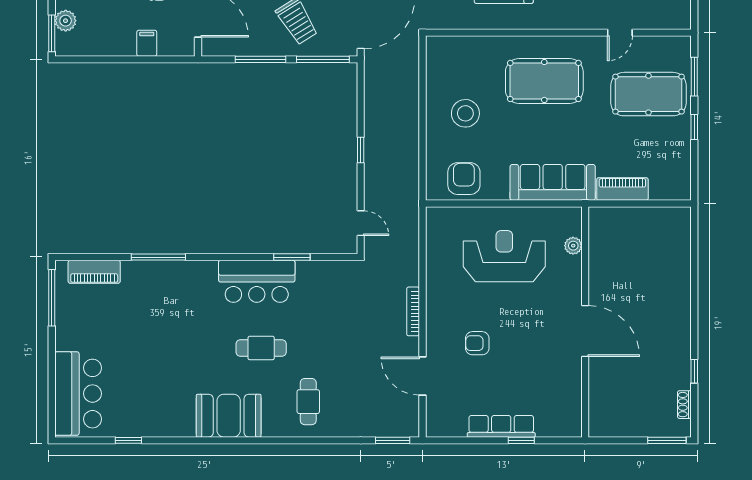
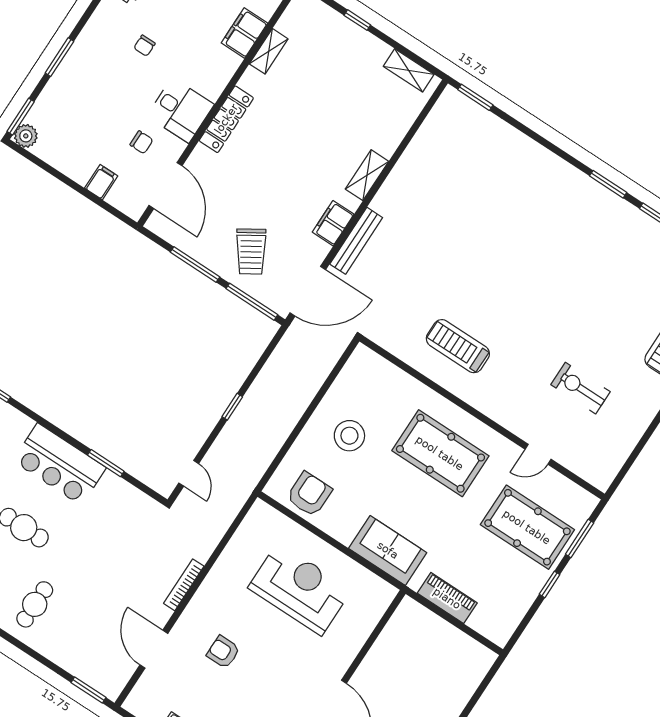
plant: (66, 21) -> (26, 136), moved
sofa: (553, 182) -> (388, 550), width x0.73
plant: (573, 246) -> (369, 620), removed

